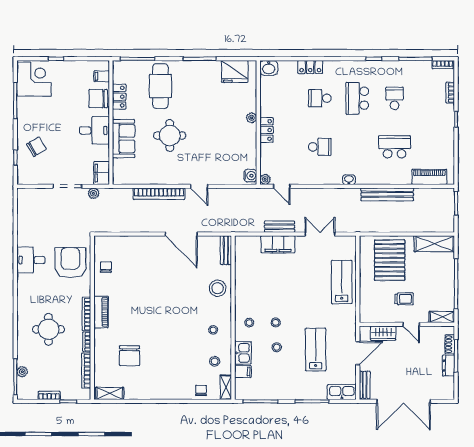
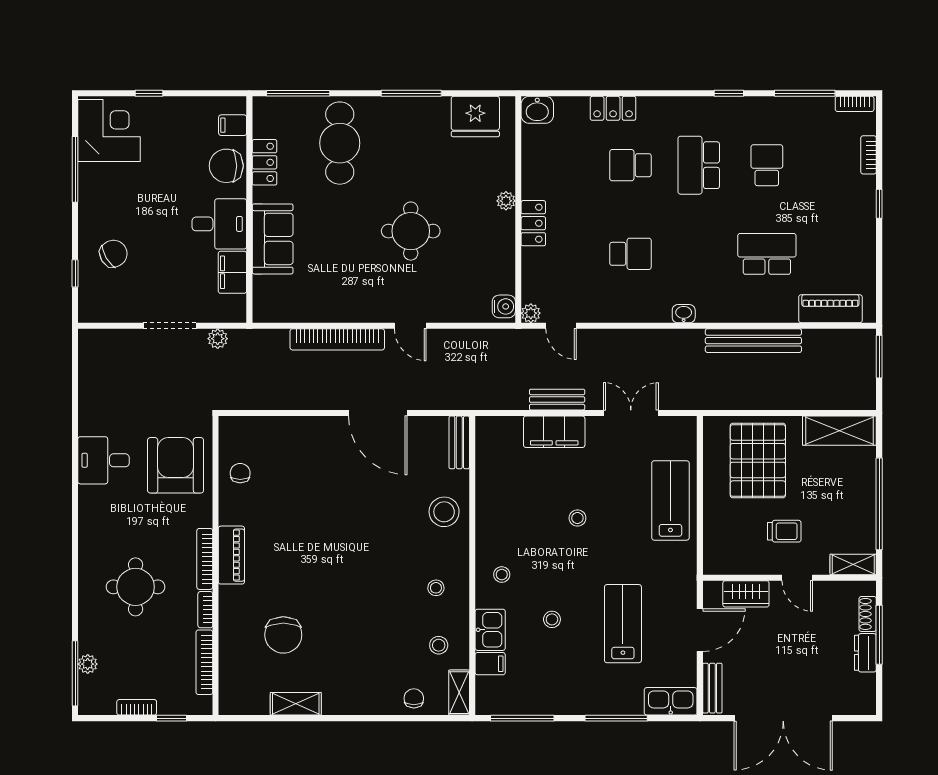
round table: (170, 136) -> (411, 231), moved
filing cabinet: (102, 173) -> (232, 272), moved
stool: (276, 322) -> (577, 518), moved
shelving: (110, 393) -> (296, 704), moved

